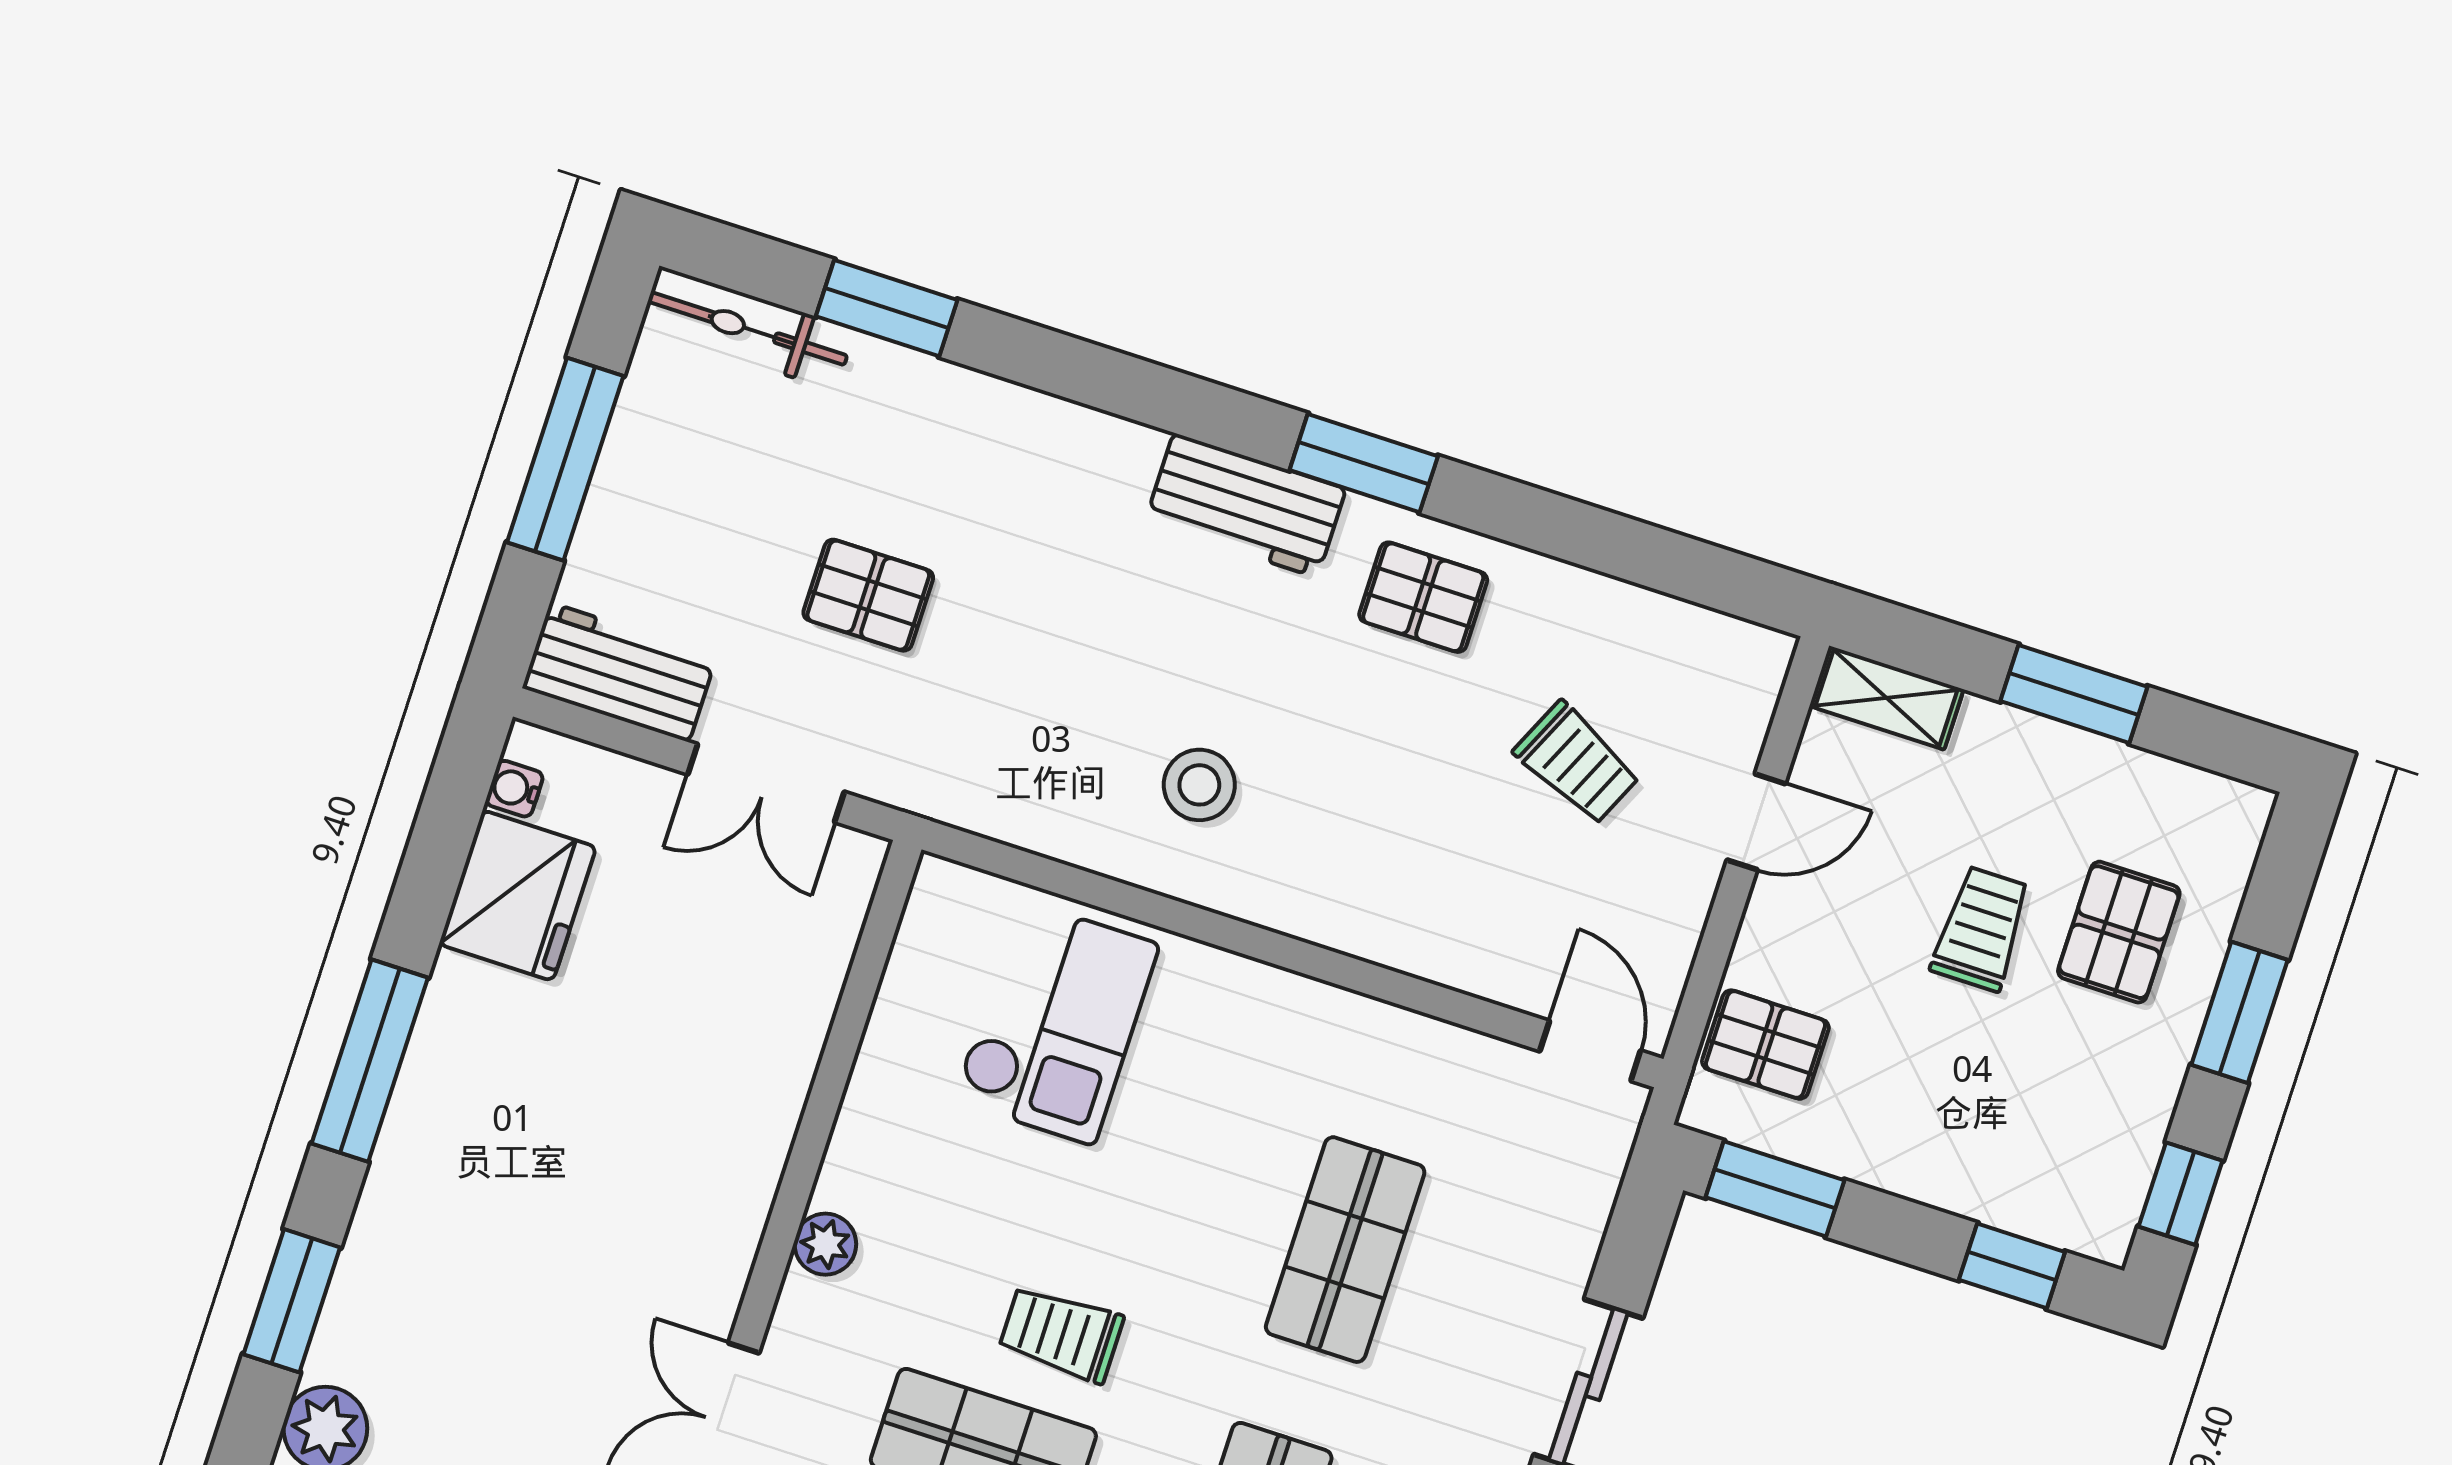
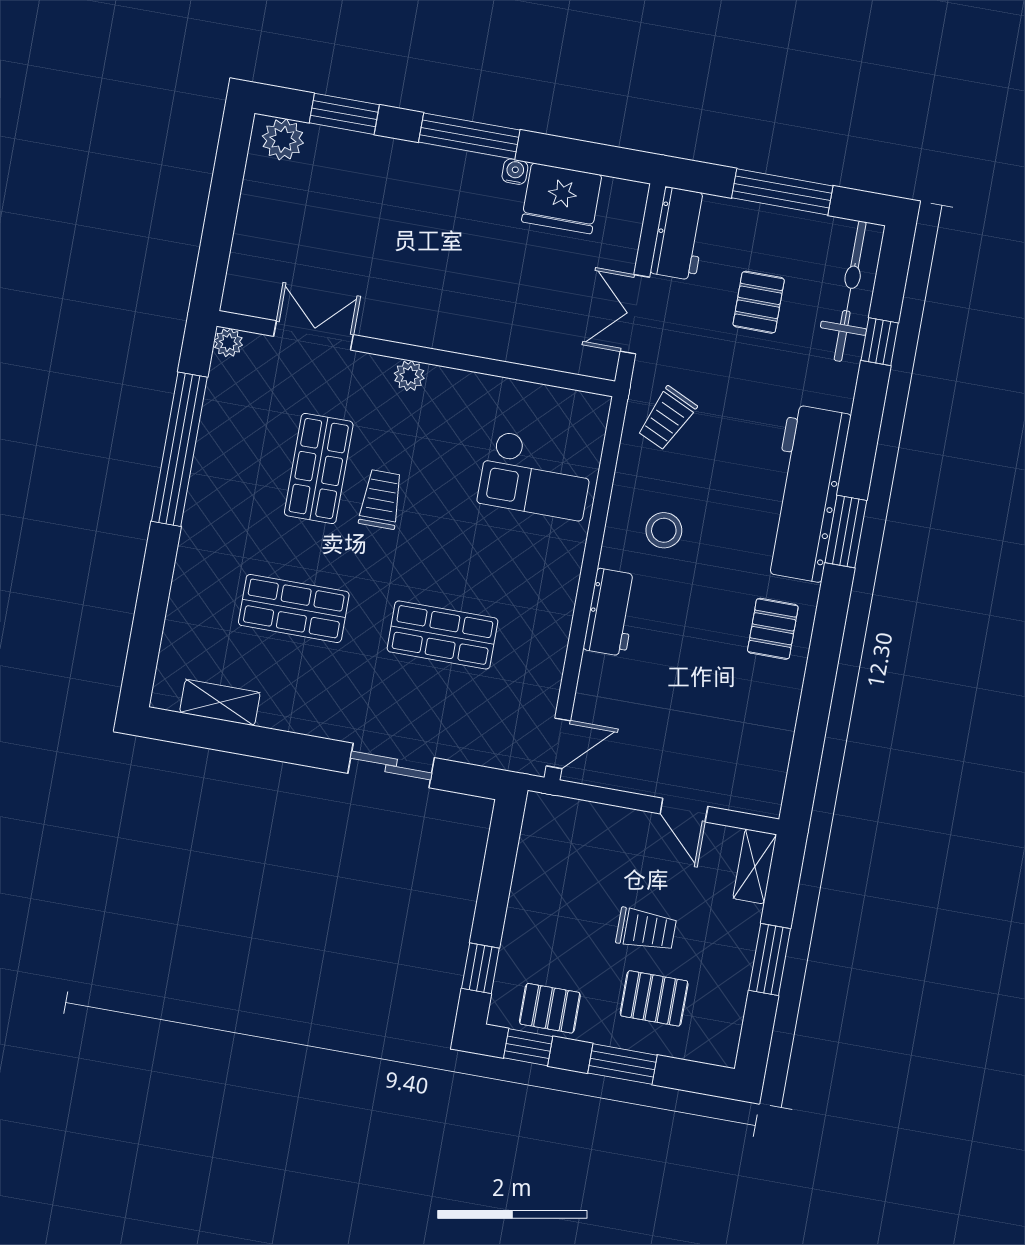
window: (887, 308) -> (880, 342), width x0.67
bicycle: (747, 328) -> (850, 291), width x1.37, depth x1.40
window: (1364, 463) -> (846, 531), moved
workbench: (1245, 505) -> (806, 493), width x1.88, depth x1.32
pallet: (868, 595) -> (759, 302), moved
trolley: (1577, 763) -> (667, 418), moved
water cooler: (514, 789) -> (515, 172), moved
workbench: (1347, 911) -> (611, 612), added
pallet: (1765, 1045) -> (550, 1008), moved, turned 90
window: (1775, 1189) -> (502, 845), removed

